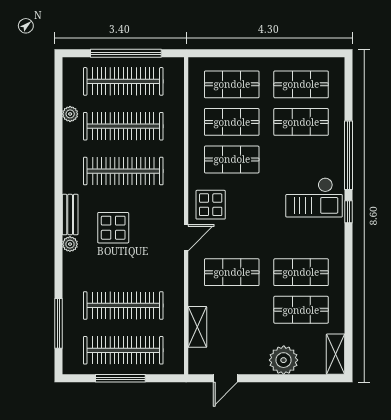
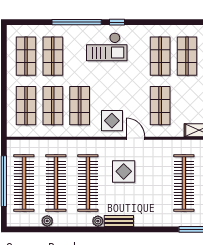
checkout: (314, 197) -> (107, 47), turned 90
display table: (113, 228) -> (124, 171), moved
plant: (70, 244) -> (98, 221), moved

